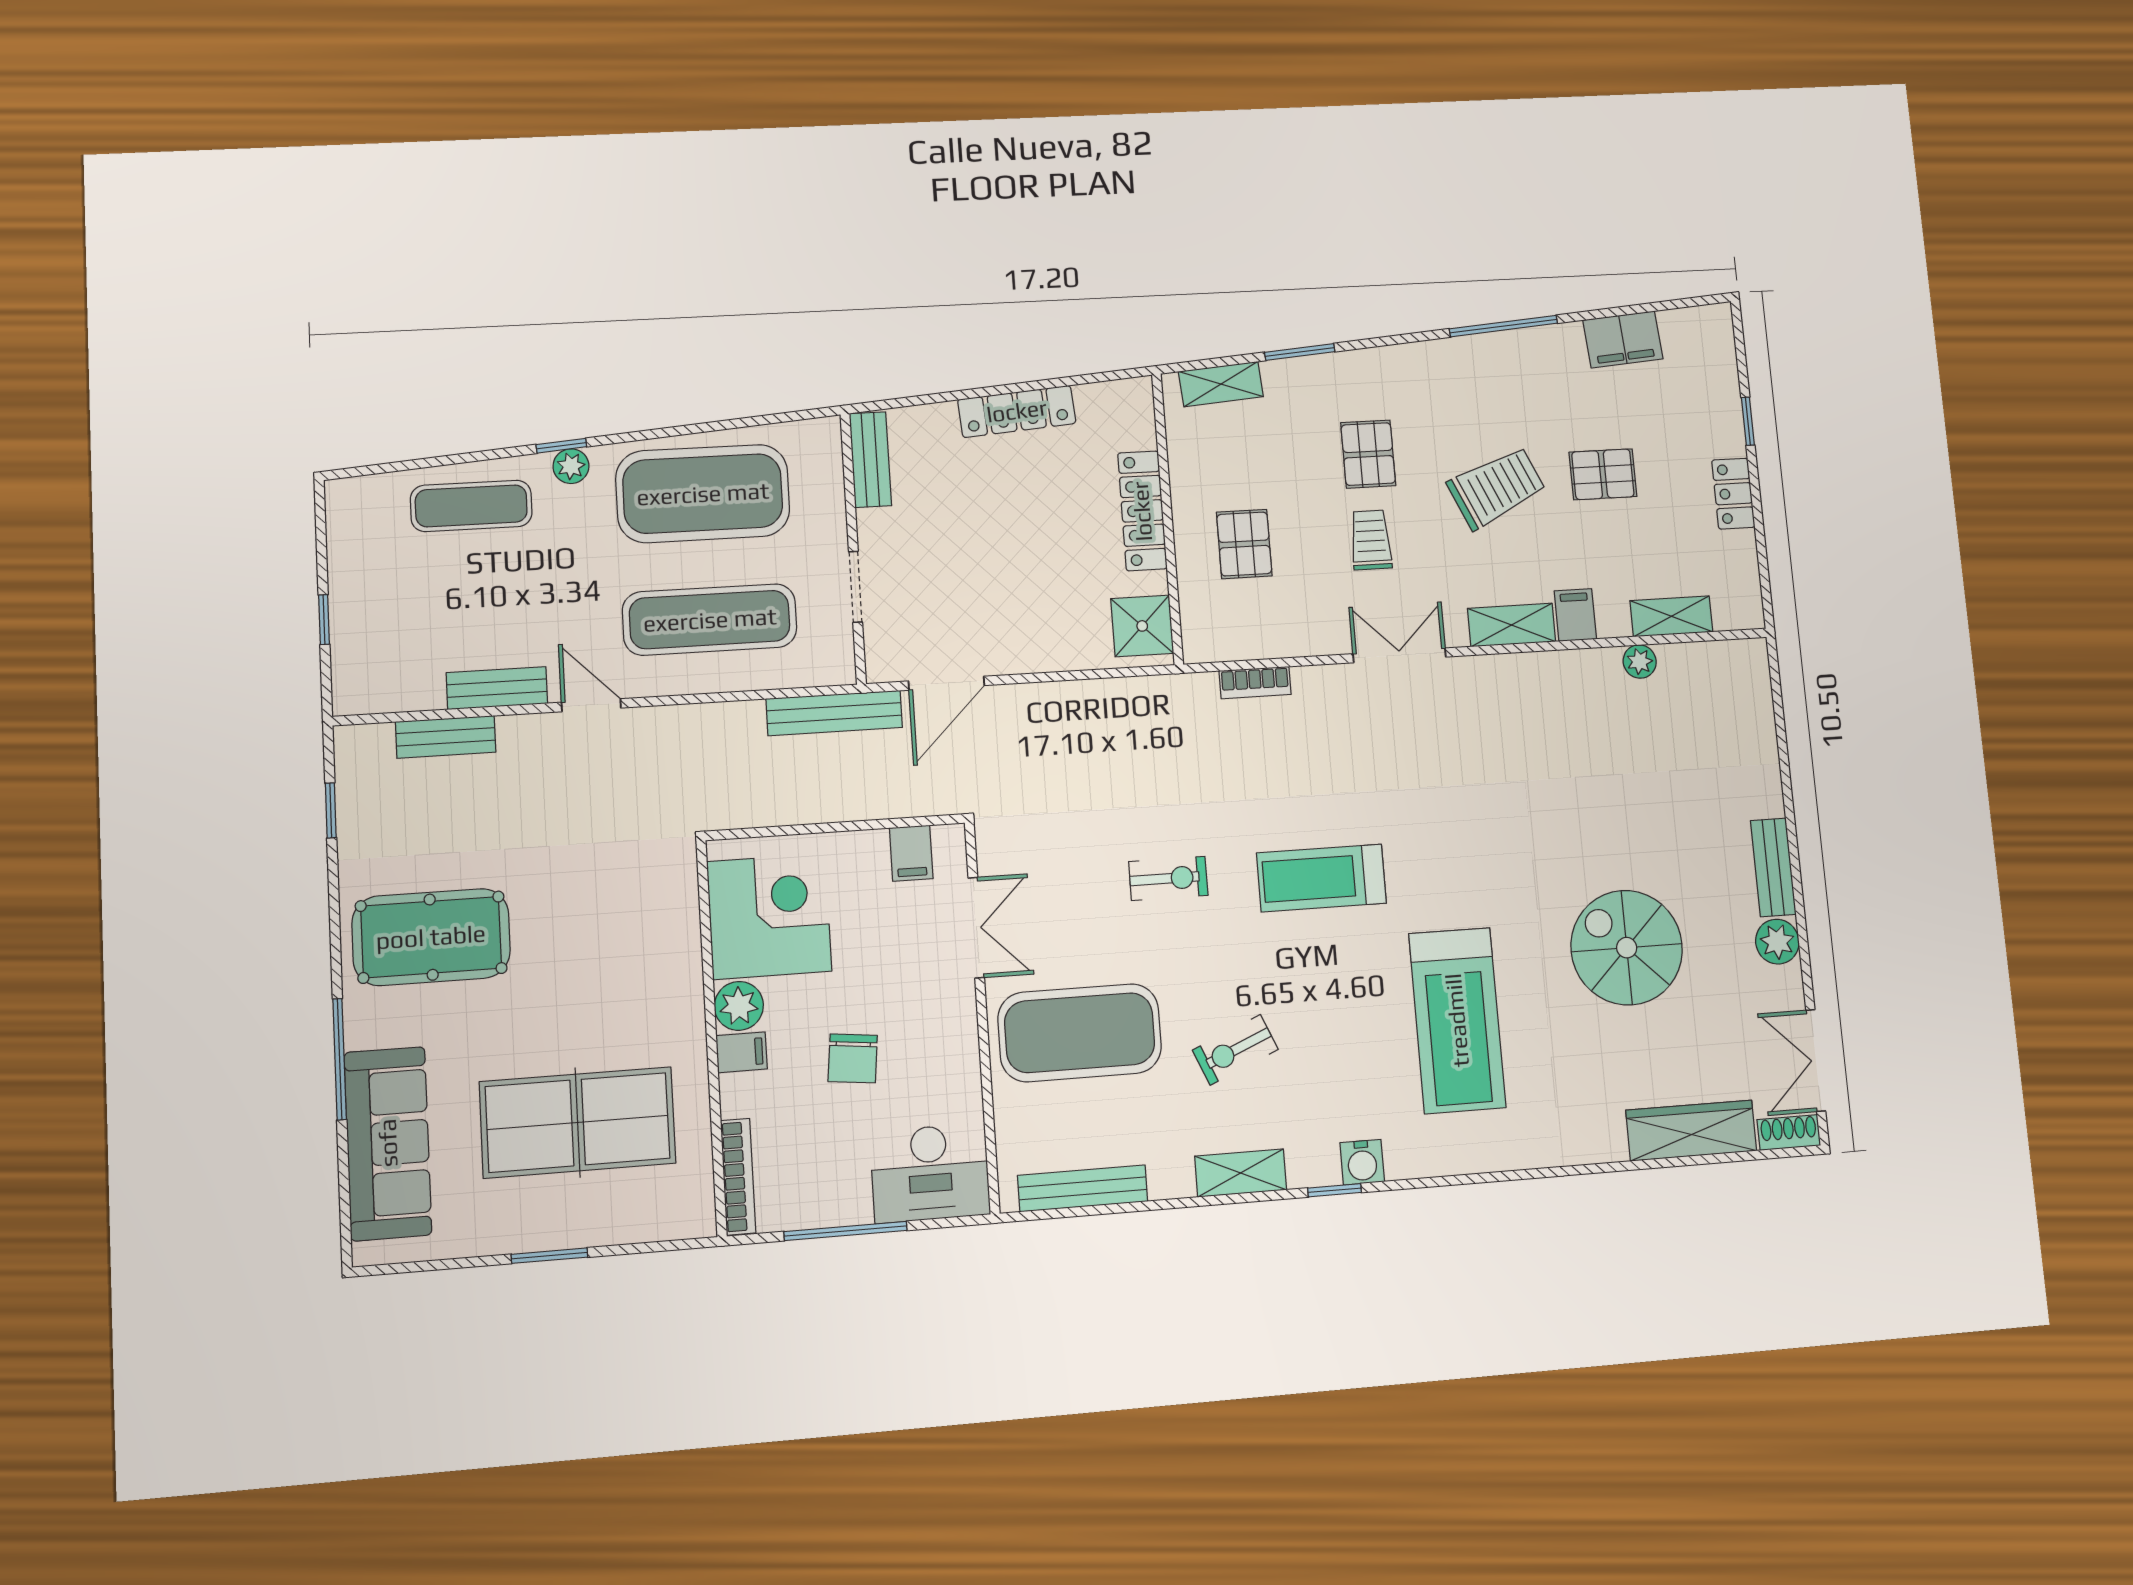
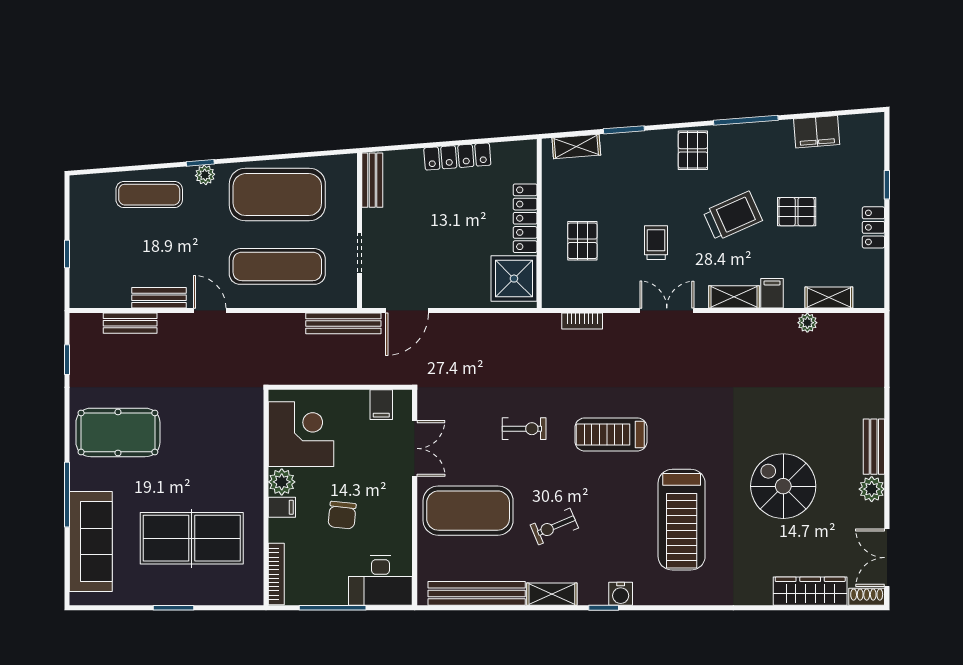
pallet: (1368, 454) -> (693, 150), moved
shower: (1142, 626) -> (514, 279), width x1.36, depth x1.36
bench: (1083, 1188) -> (477, 593), width x1.37, depth x1.21

